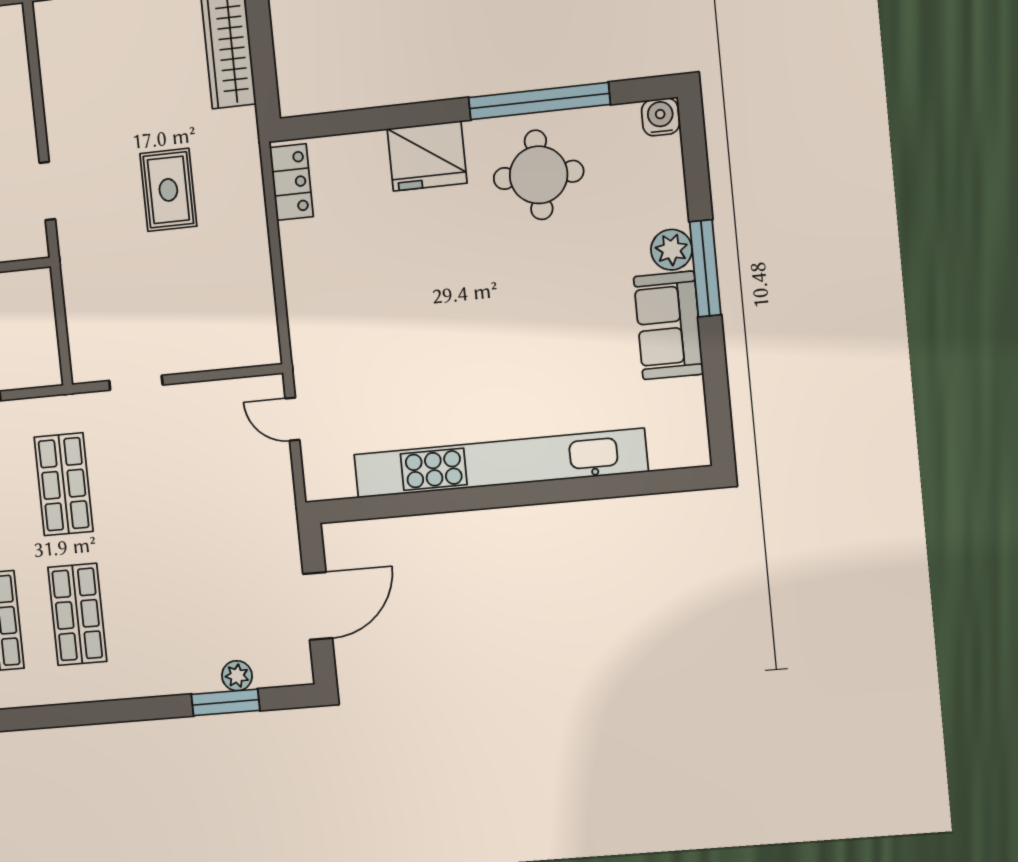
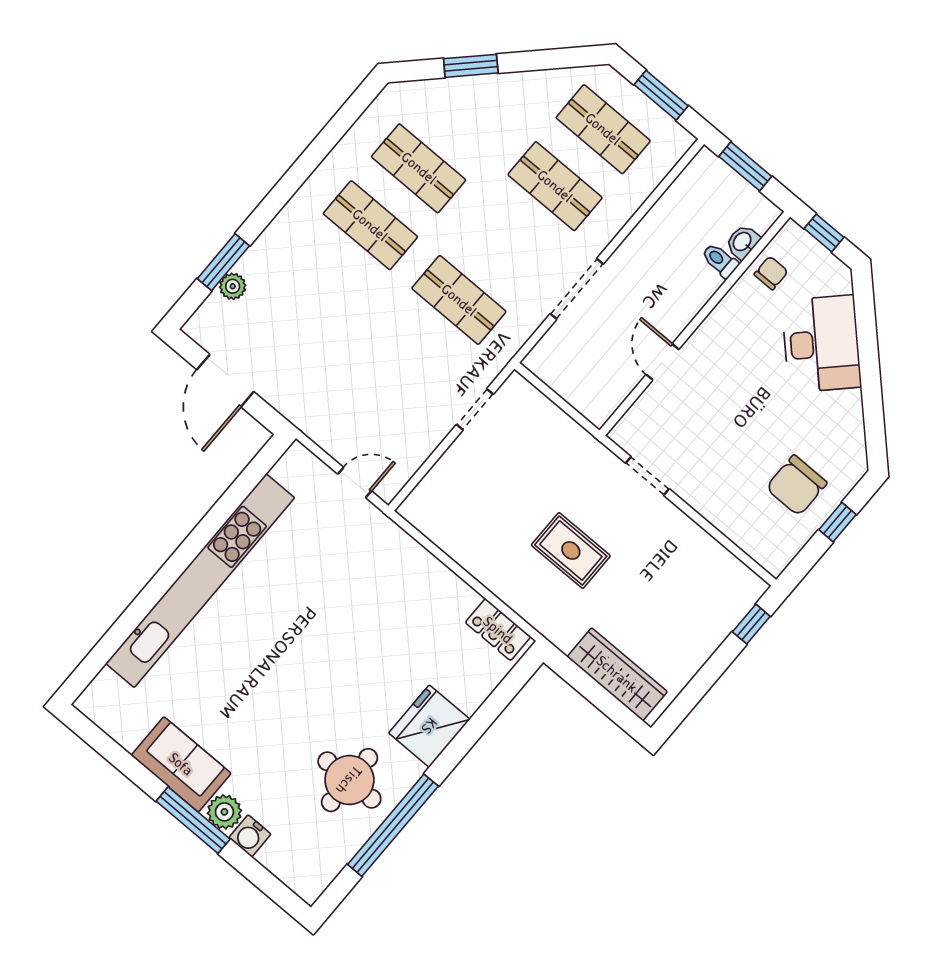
water cooler: (660, 117) -> (250, 836), moved, turned 90

